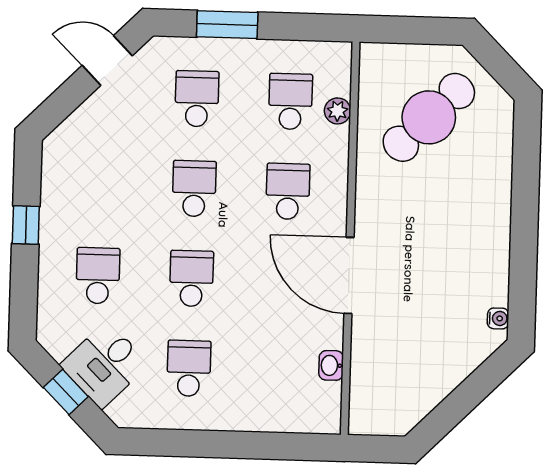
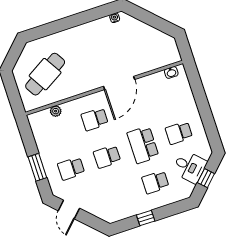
school desk: (290, 101) -> (59, 131), removed
cafe table: (429, 117) -> (45, 74), turned -76
school desk: (192, 278) -> (143, 145), width x1.85
washbasin: (331, 365) -> (171, 72), moved

